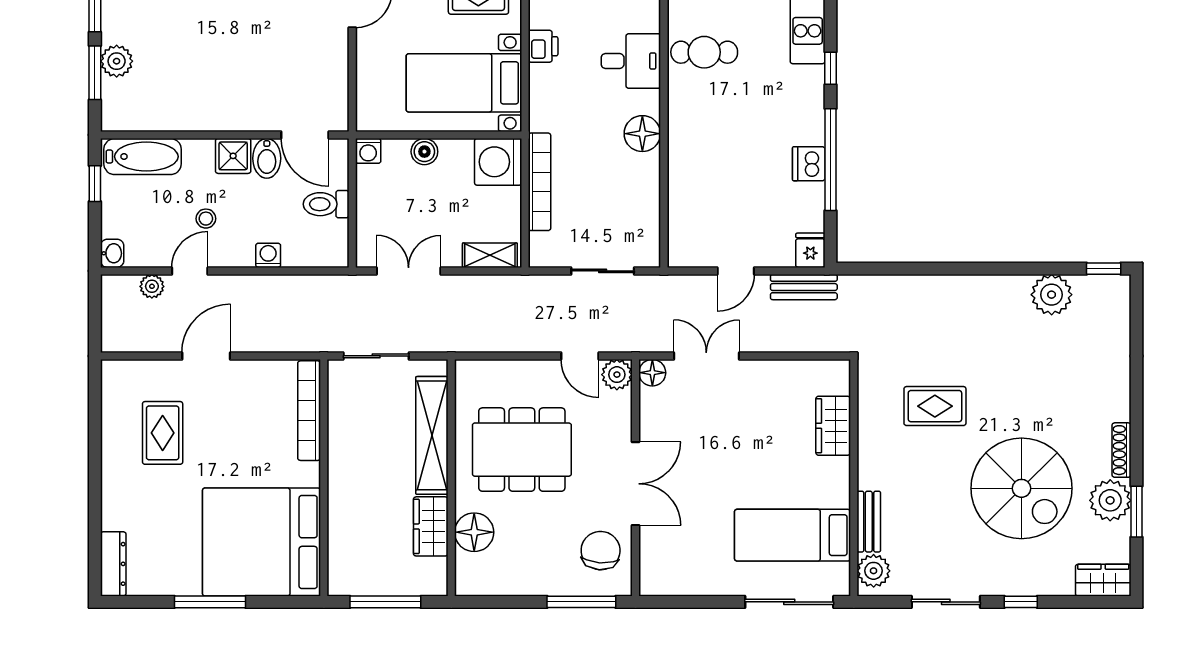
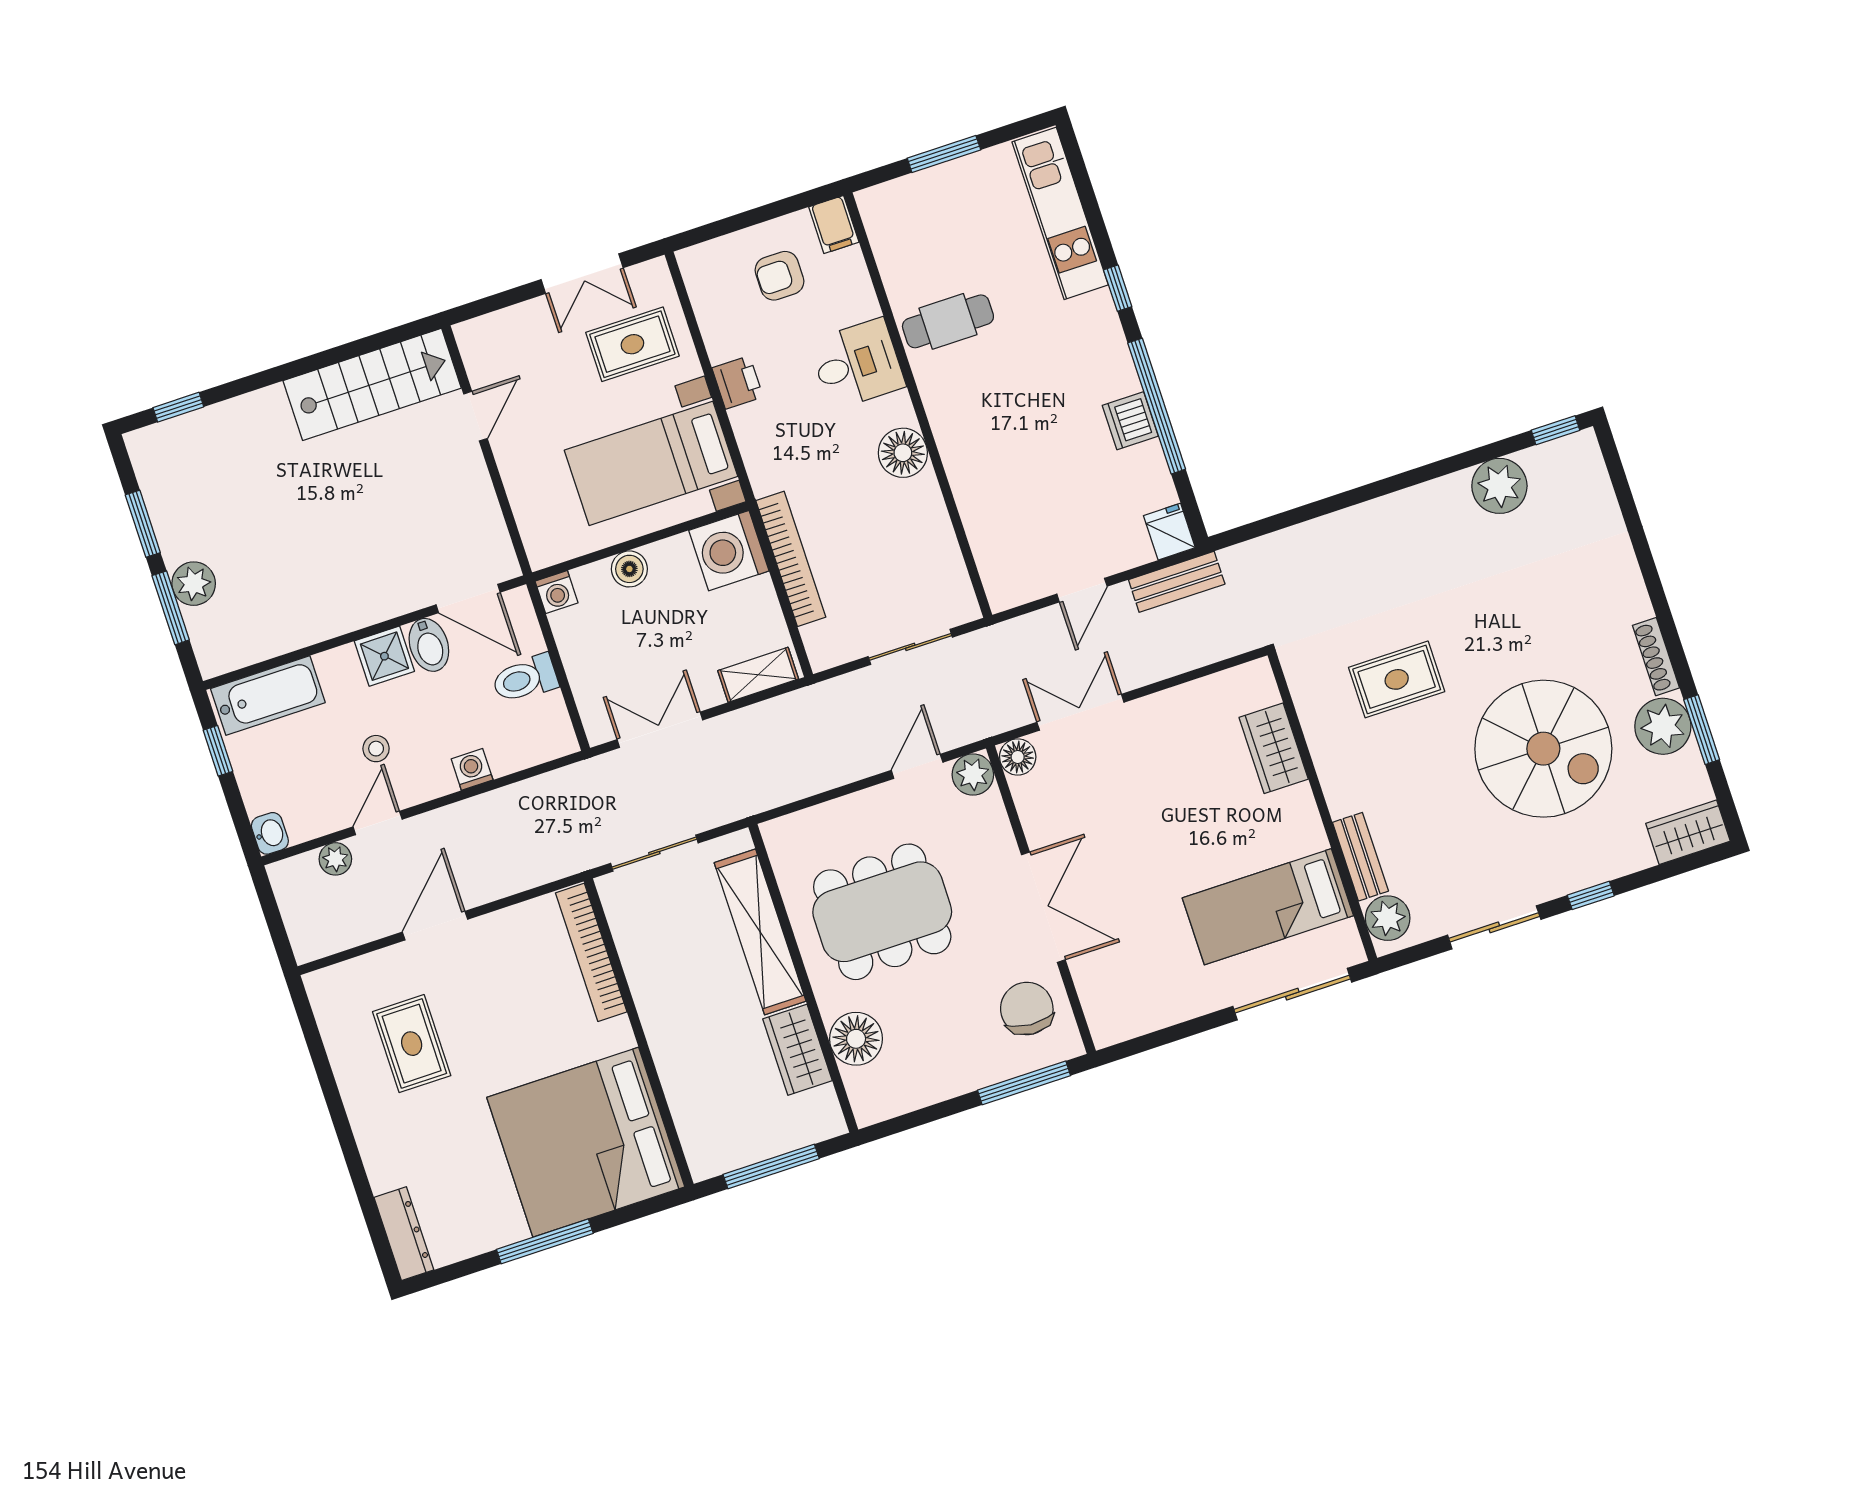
door: (580, 356) -> (917, 766), swing flipped

